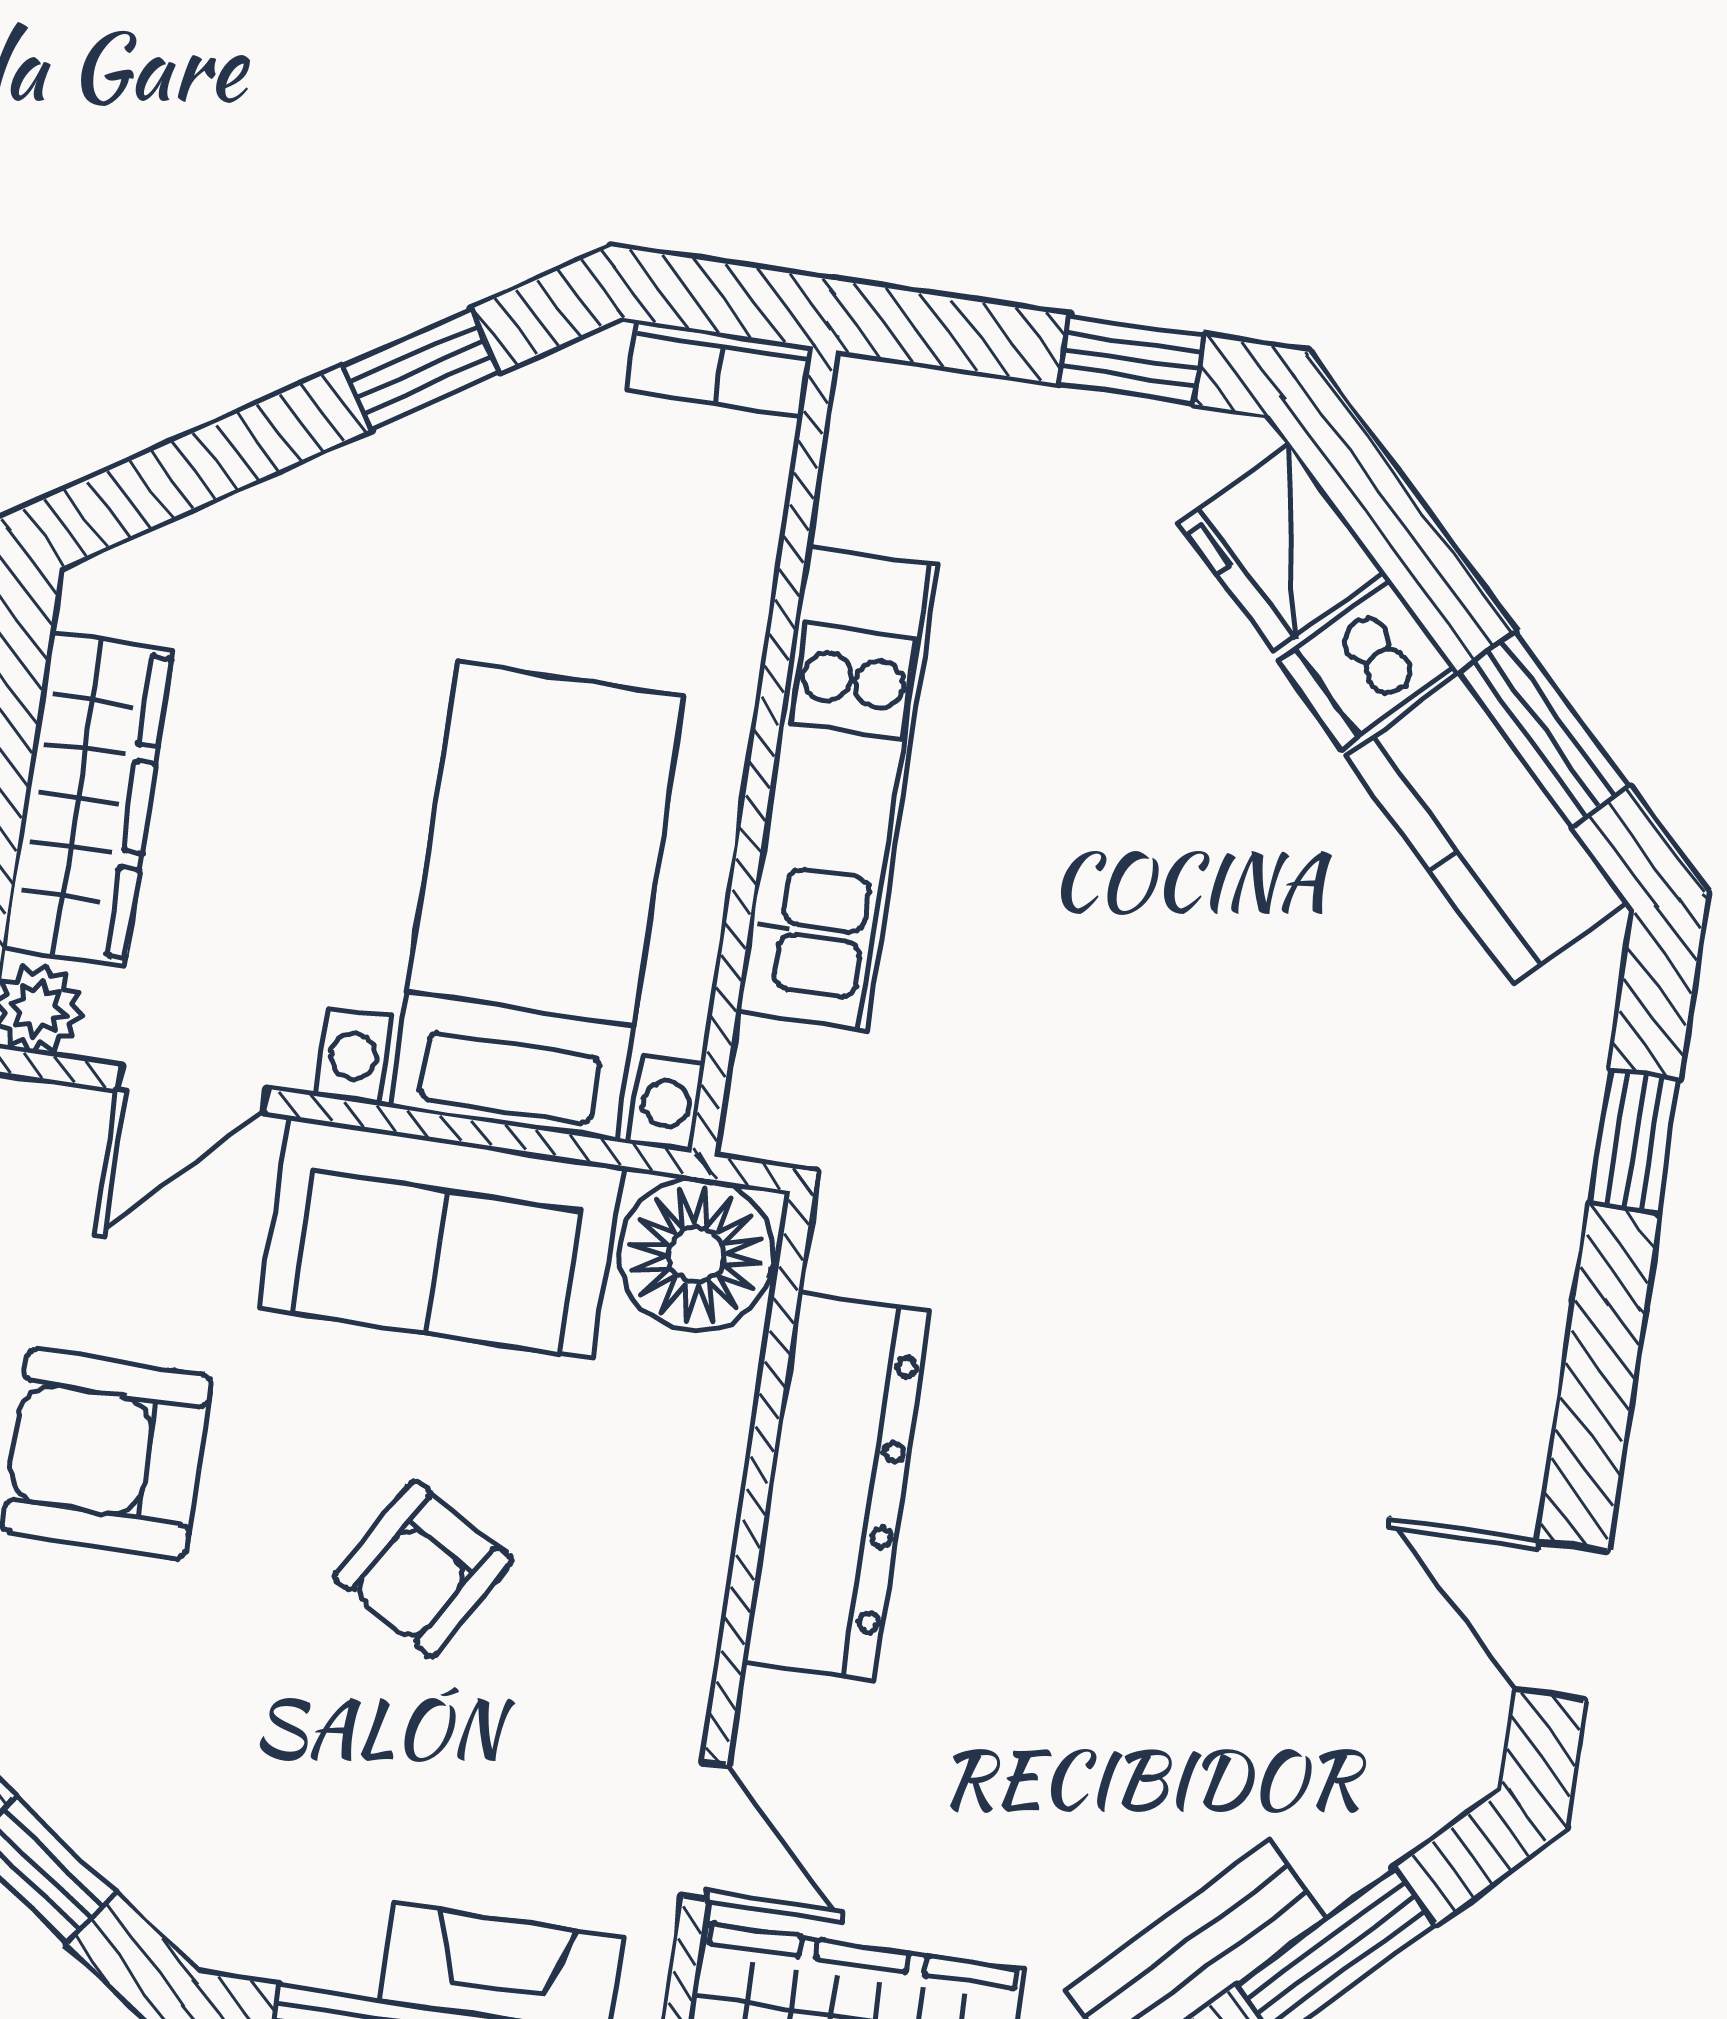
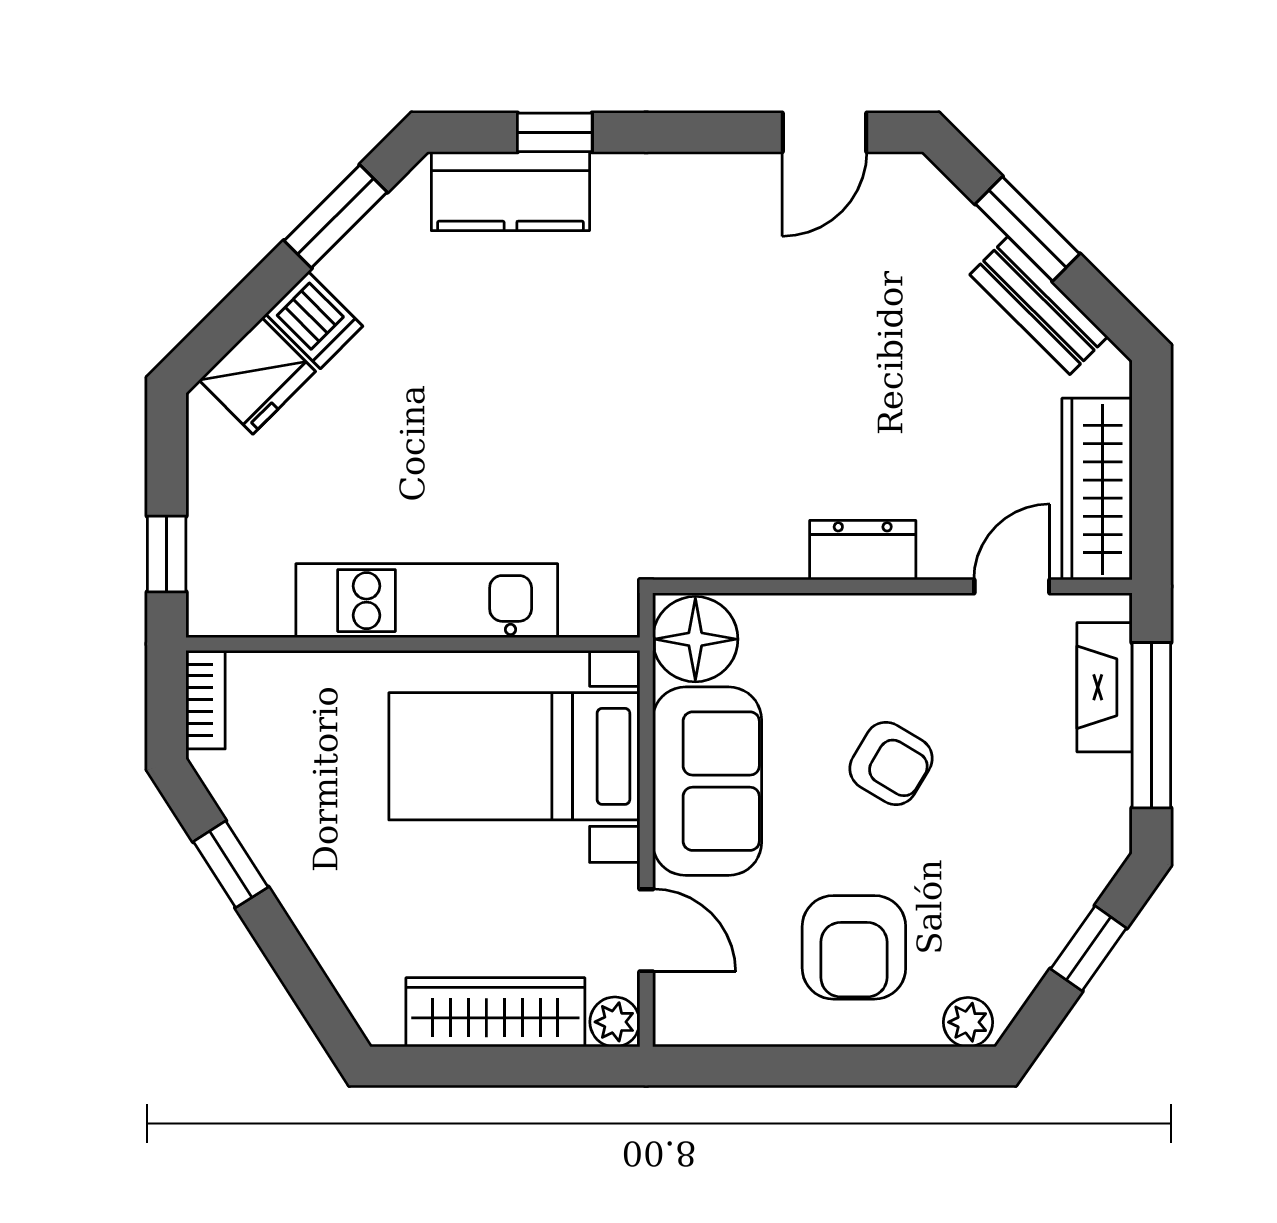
window: (1131, 360) -> (167, 554), moved
kitchen counter: (1487, 830) -> (510, 191), moved, turned 45
dresser: (836, 1487) -> (863, 550), width x0.51, depth x0.80

